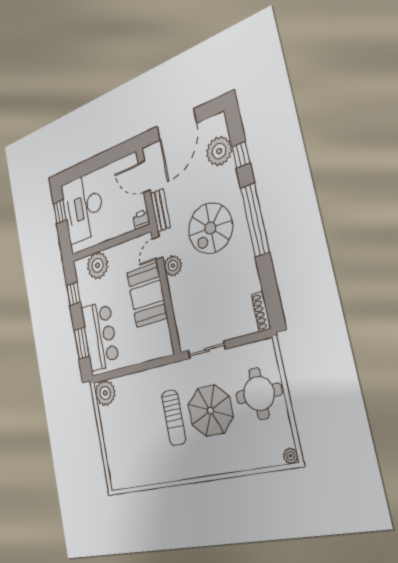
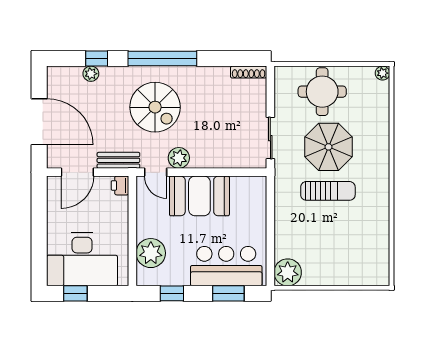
plant: (219, 151) -> (91, 74), width x0.53, depth x0.53

